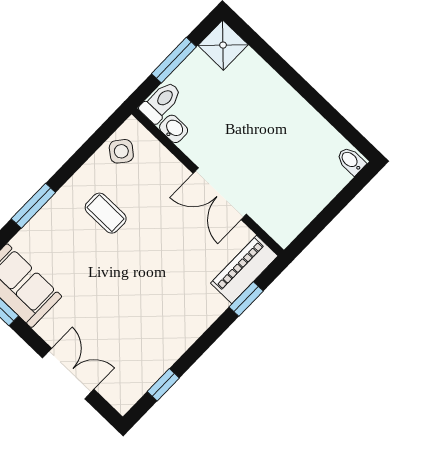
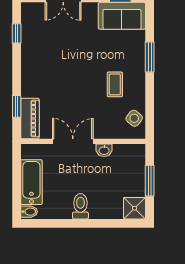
toilet: (161, 102) -> (80, 206), moved, turned 180
washbasin: (174, 129) -> (104, 150), moved
bathtub: (315, 193) -> (31, 182), added
coffee table: (106, 213) -> (115, 84), turned 90

